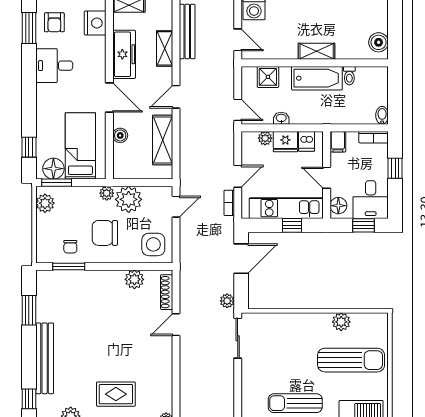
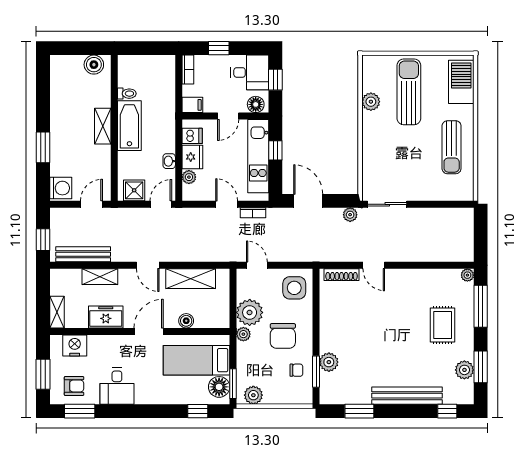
freezer: (124, 54) -> (106, 317), width x0.71
shower: (268, 77) -> (134, 190), moved
bidet: (382, 115) -> (166, 61), removed
plant: (134, 279) -> (329, 362), moved

